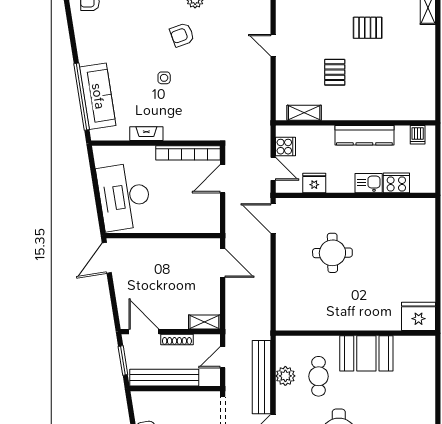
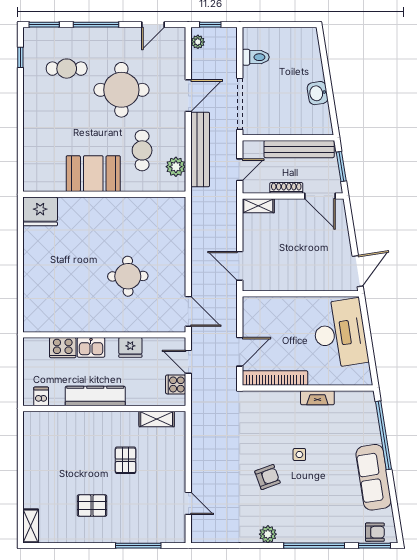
armchair: (182, 35) -> (267, 477), moved
door: (273, 45) -> (188, 503), moved
sofa: (98, 96) -> (374, 477), moved
fridge: (314, 183) -> (130, 347), moved
plant: (285, 376) -> (176, 167), moved

